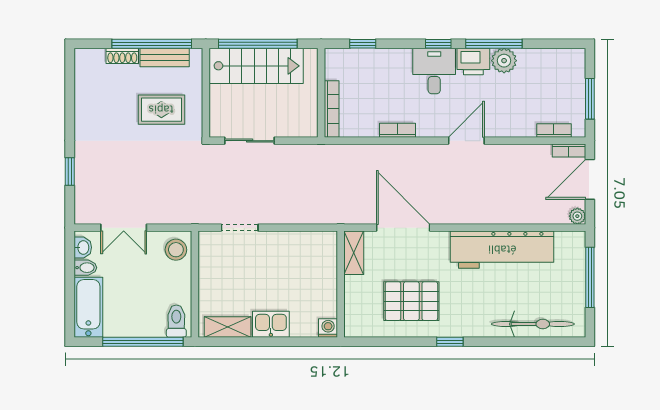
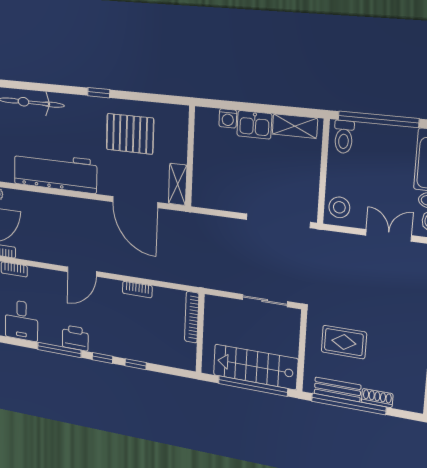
window: (363, 44) -> (136, 364), moved
plant: (504, 61) -> (52, 334), removed
desk: (434, 71) -> (21, 320), moved
doorway: (240, 228) -> (278, 221), width x1.88
washing machine: (328, 328) -> (228, 118), moved

